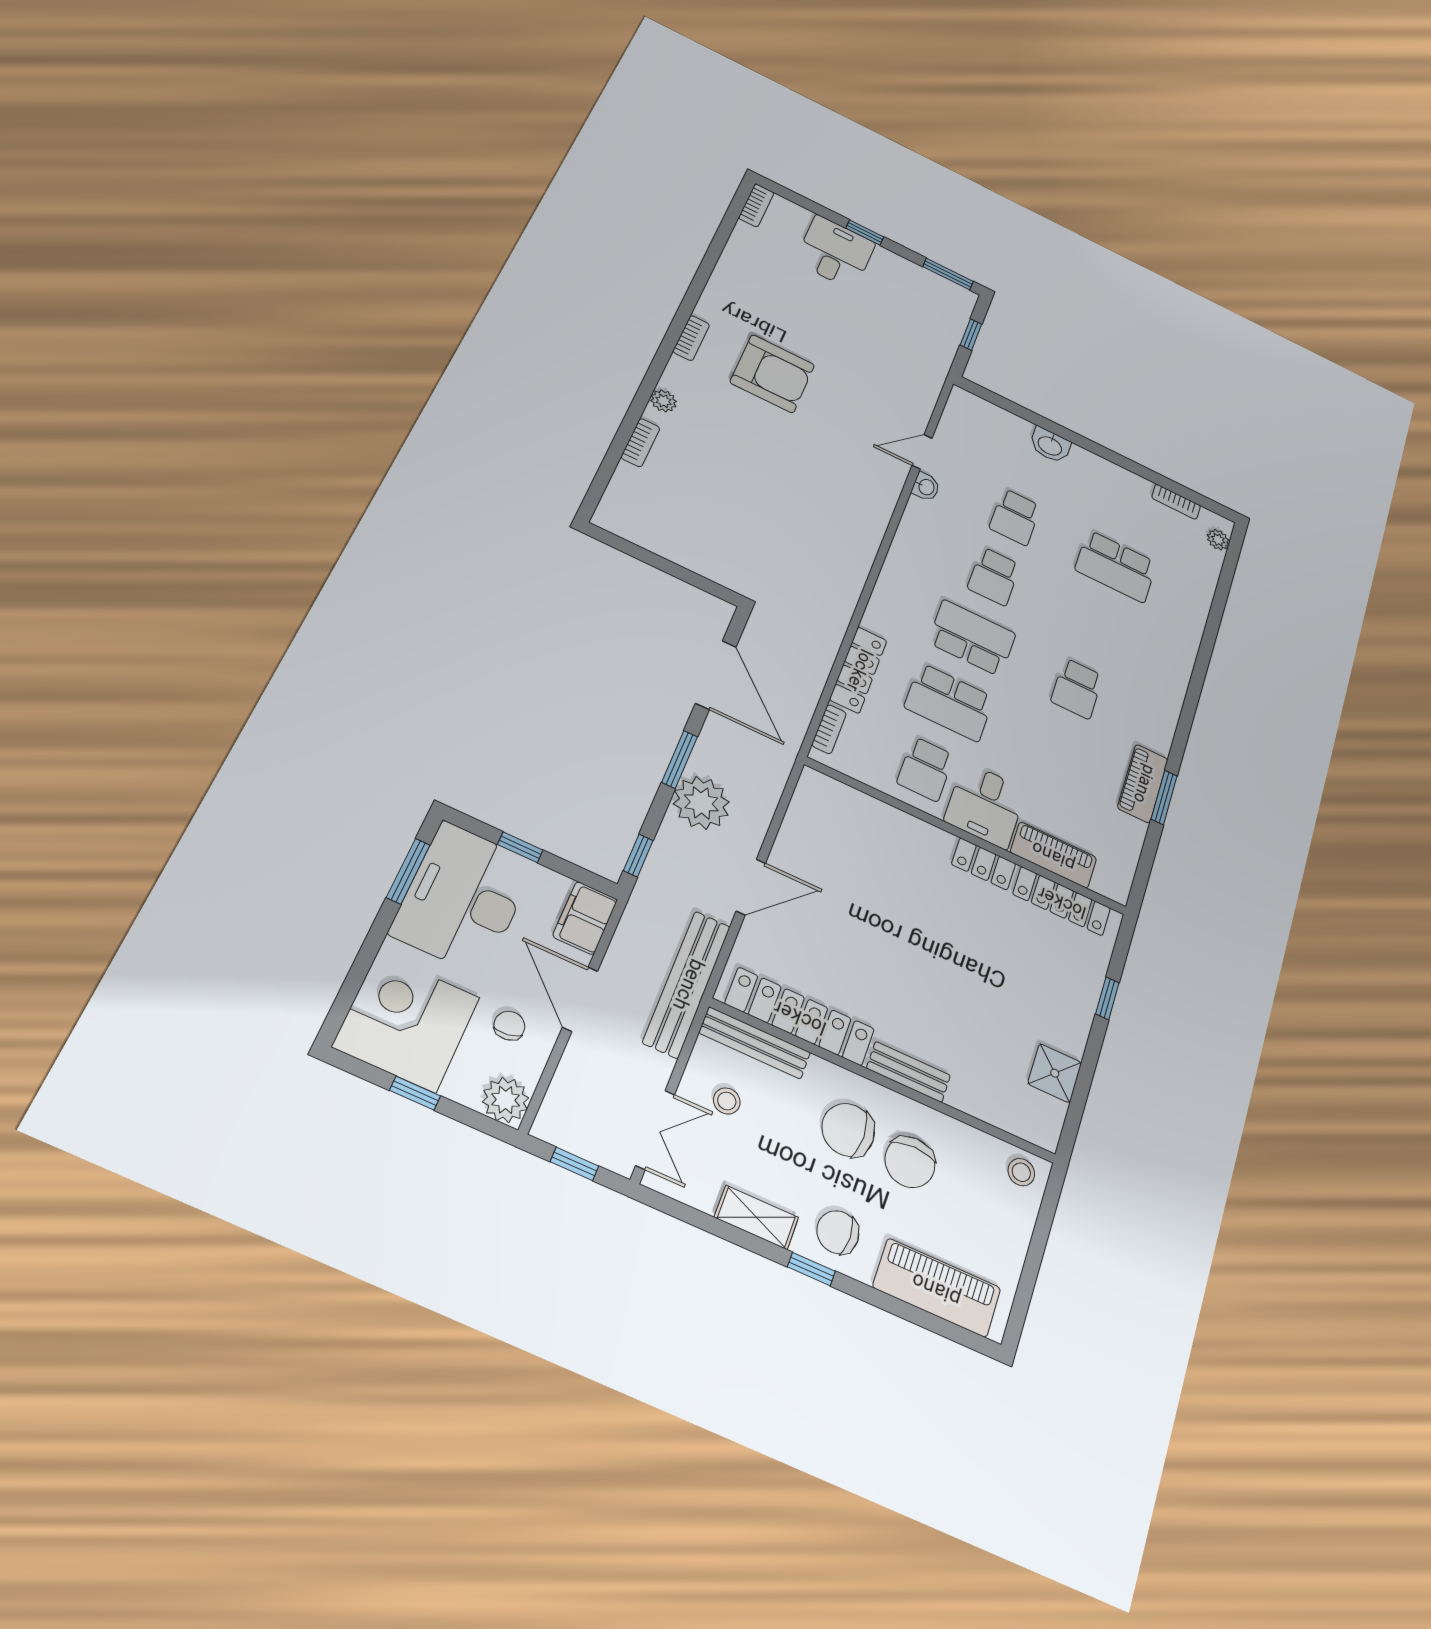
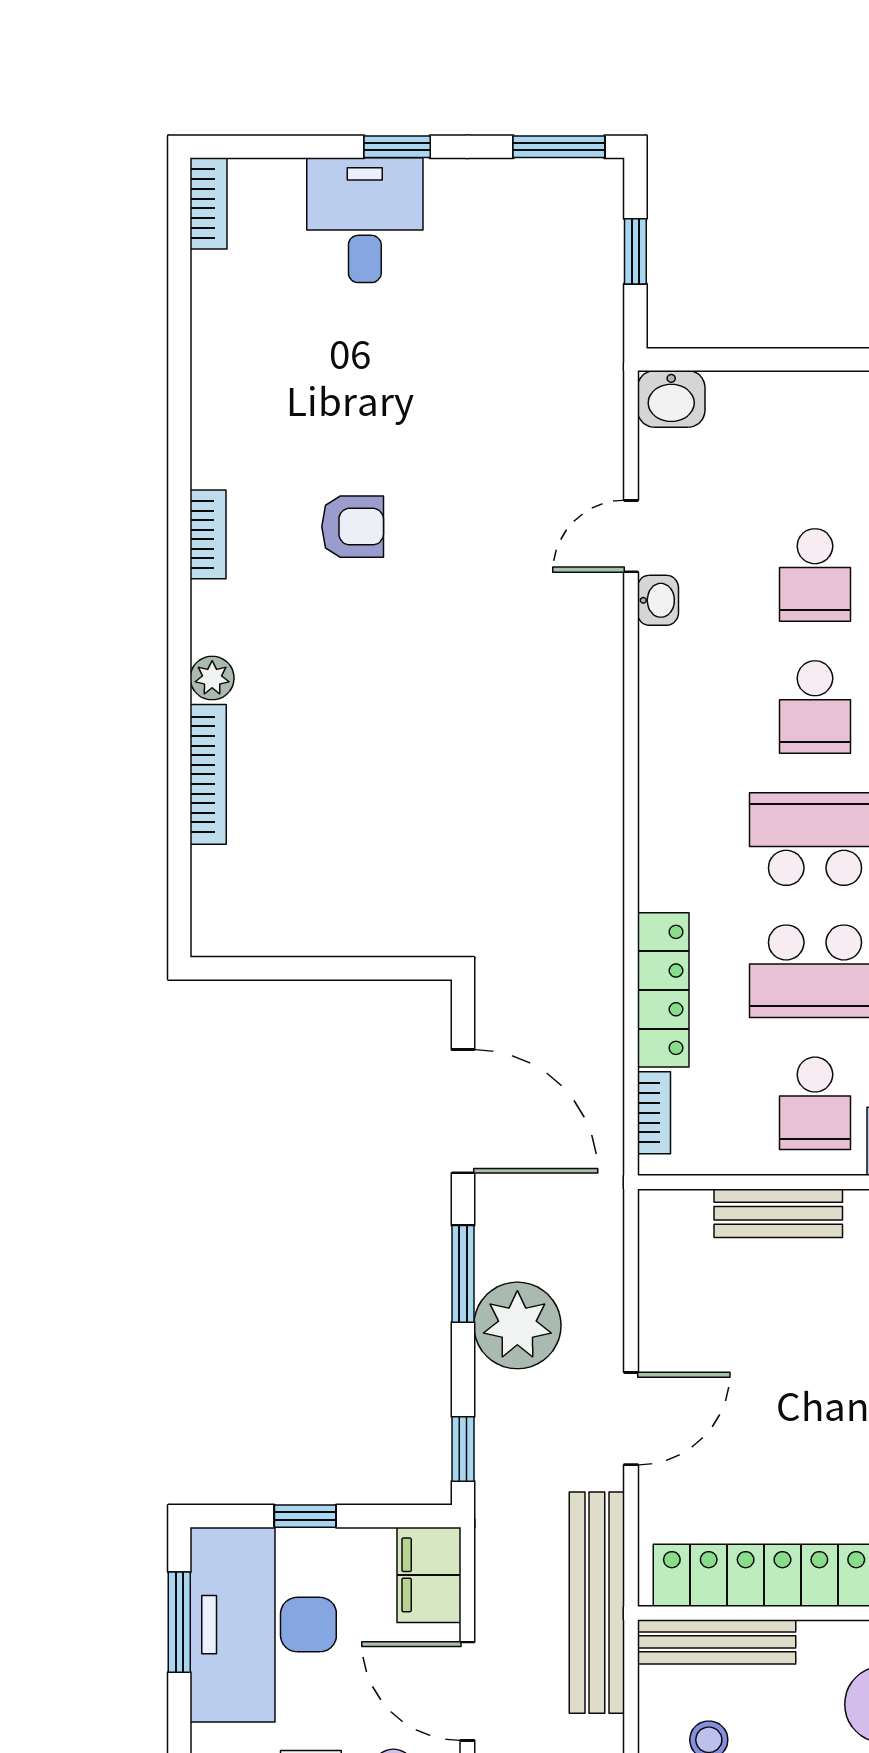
armchair: (772, 374) -> (353, 527), width x0.53, depth x0.53
bookcase: (640, 443) -> (208, 774), width x1.56
washbasin: (1050, 445) -> (671, 399), moved
bench: (883, 816) -> (778, 1213), added

